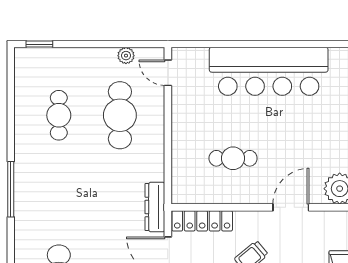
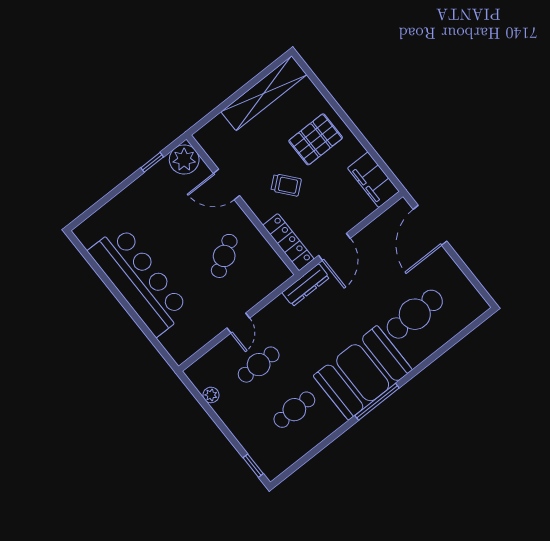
door: (168, 73) -> (238, 323), moved
cafe table: (120, 115) -> (259, 365), width x0.73, depth x0.74
cafe table: (233, 158) -> (224, 256), turned 58
booth: (44, 197) -> (363, 373), added

